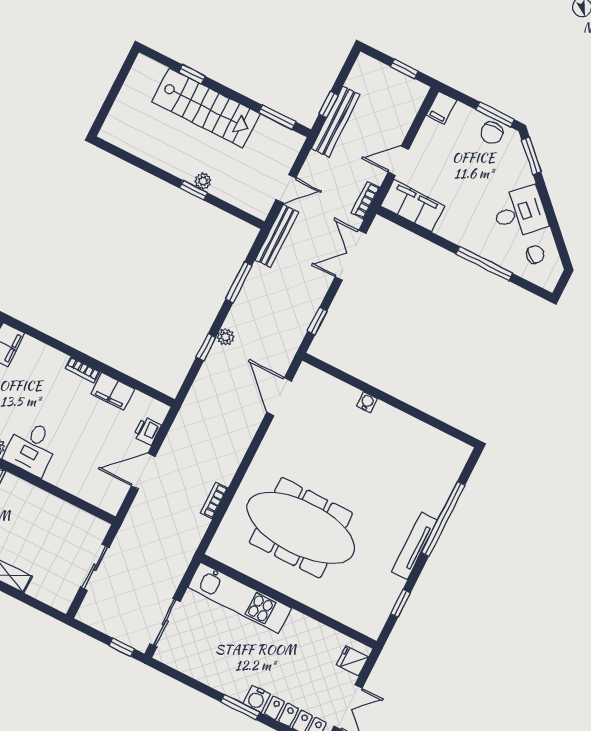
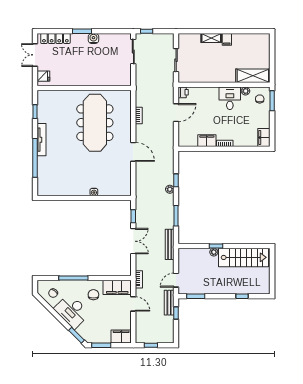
stairs: (206, 108) -> (244, 257), moved, turned 180
filing cabinet: (441, 108) -> (121, 336), width x2.00
bench: (336, 122) -> (169, 303), width x0.73
chair: (492, 133) -> (93, 295), moved
door: (398, 161) -> (133, 304), hinge flipped
door: (286, 189) -> (176, 280), moved
desk: (520, 212) -> (72, 311), width x1.37
double door: (350, 255) -> (133, 241), moved
door: (279, 396) -> (133, 152), moved
printer: (147, 431) -> (183, 92), moved
meeting table: (301, 528) -> (95, 123), turned 90
kitchen unit: (240, 598) -> (106, 79), removed
water cooler: (257, 699) -> (93, 38), moved

